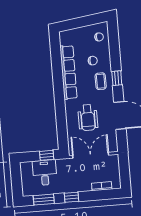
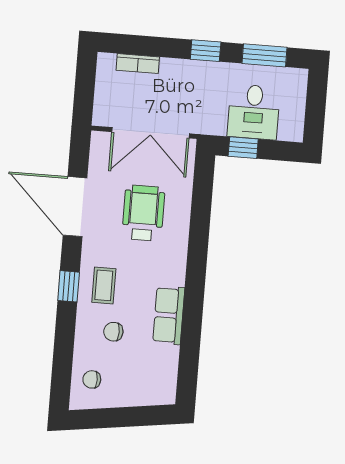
row of seats: (68, 72) -> (169, 315), width x0.50

